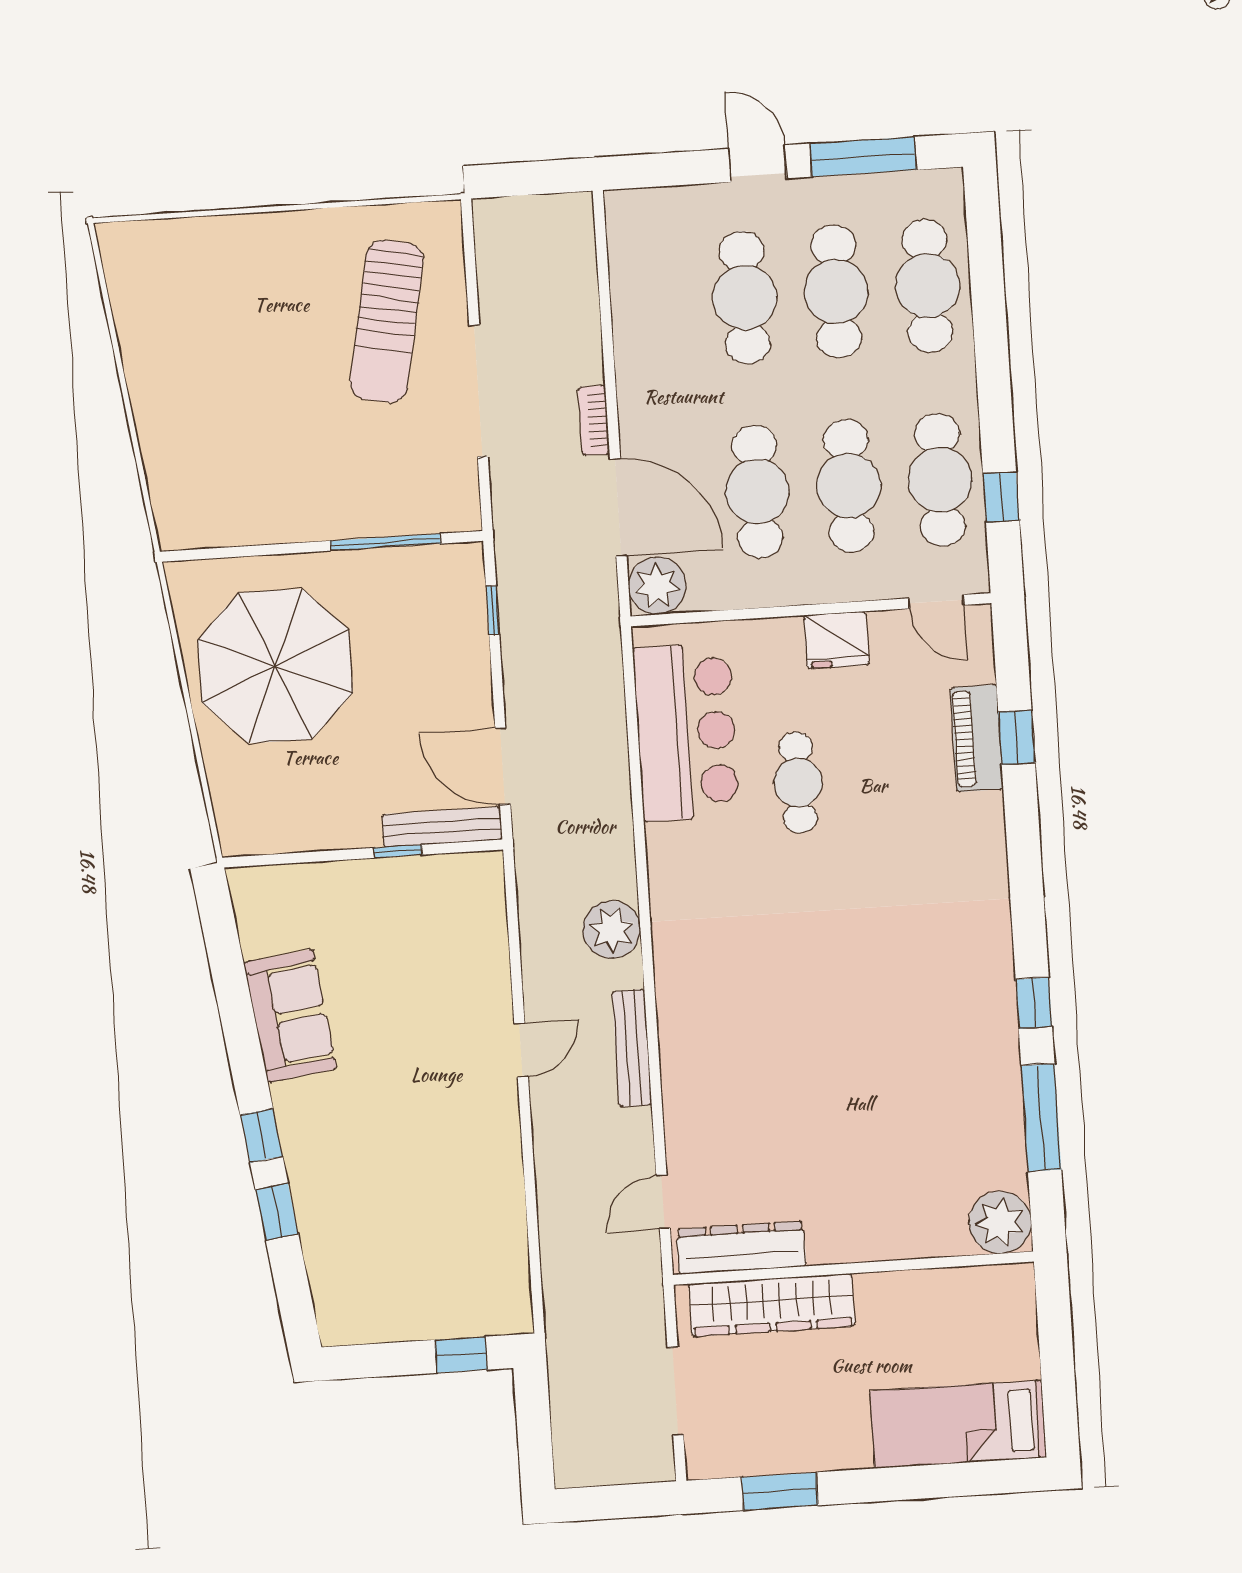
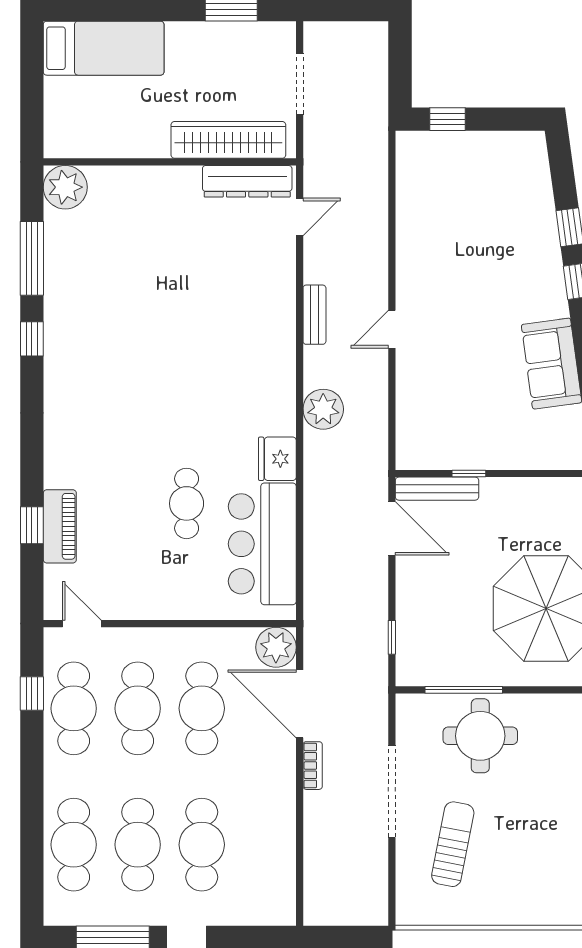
sun lounger: (387, 321) -> (453, 844), width x0.73, depth x0.75
round table: (358, 478) -> (480, 736), added
fridge: (837, 640) -> (277, 459), moved, turned -90
bench: (632, 1048) -> (314, 315), width x0.73

